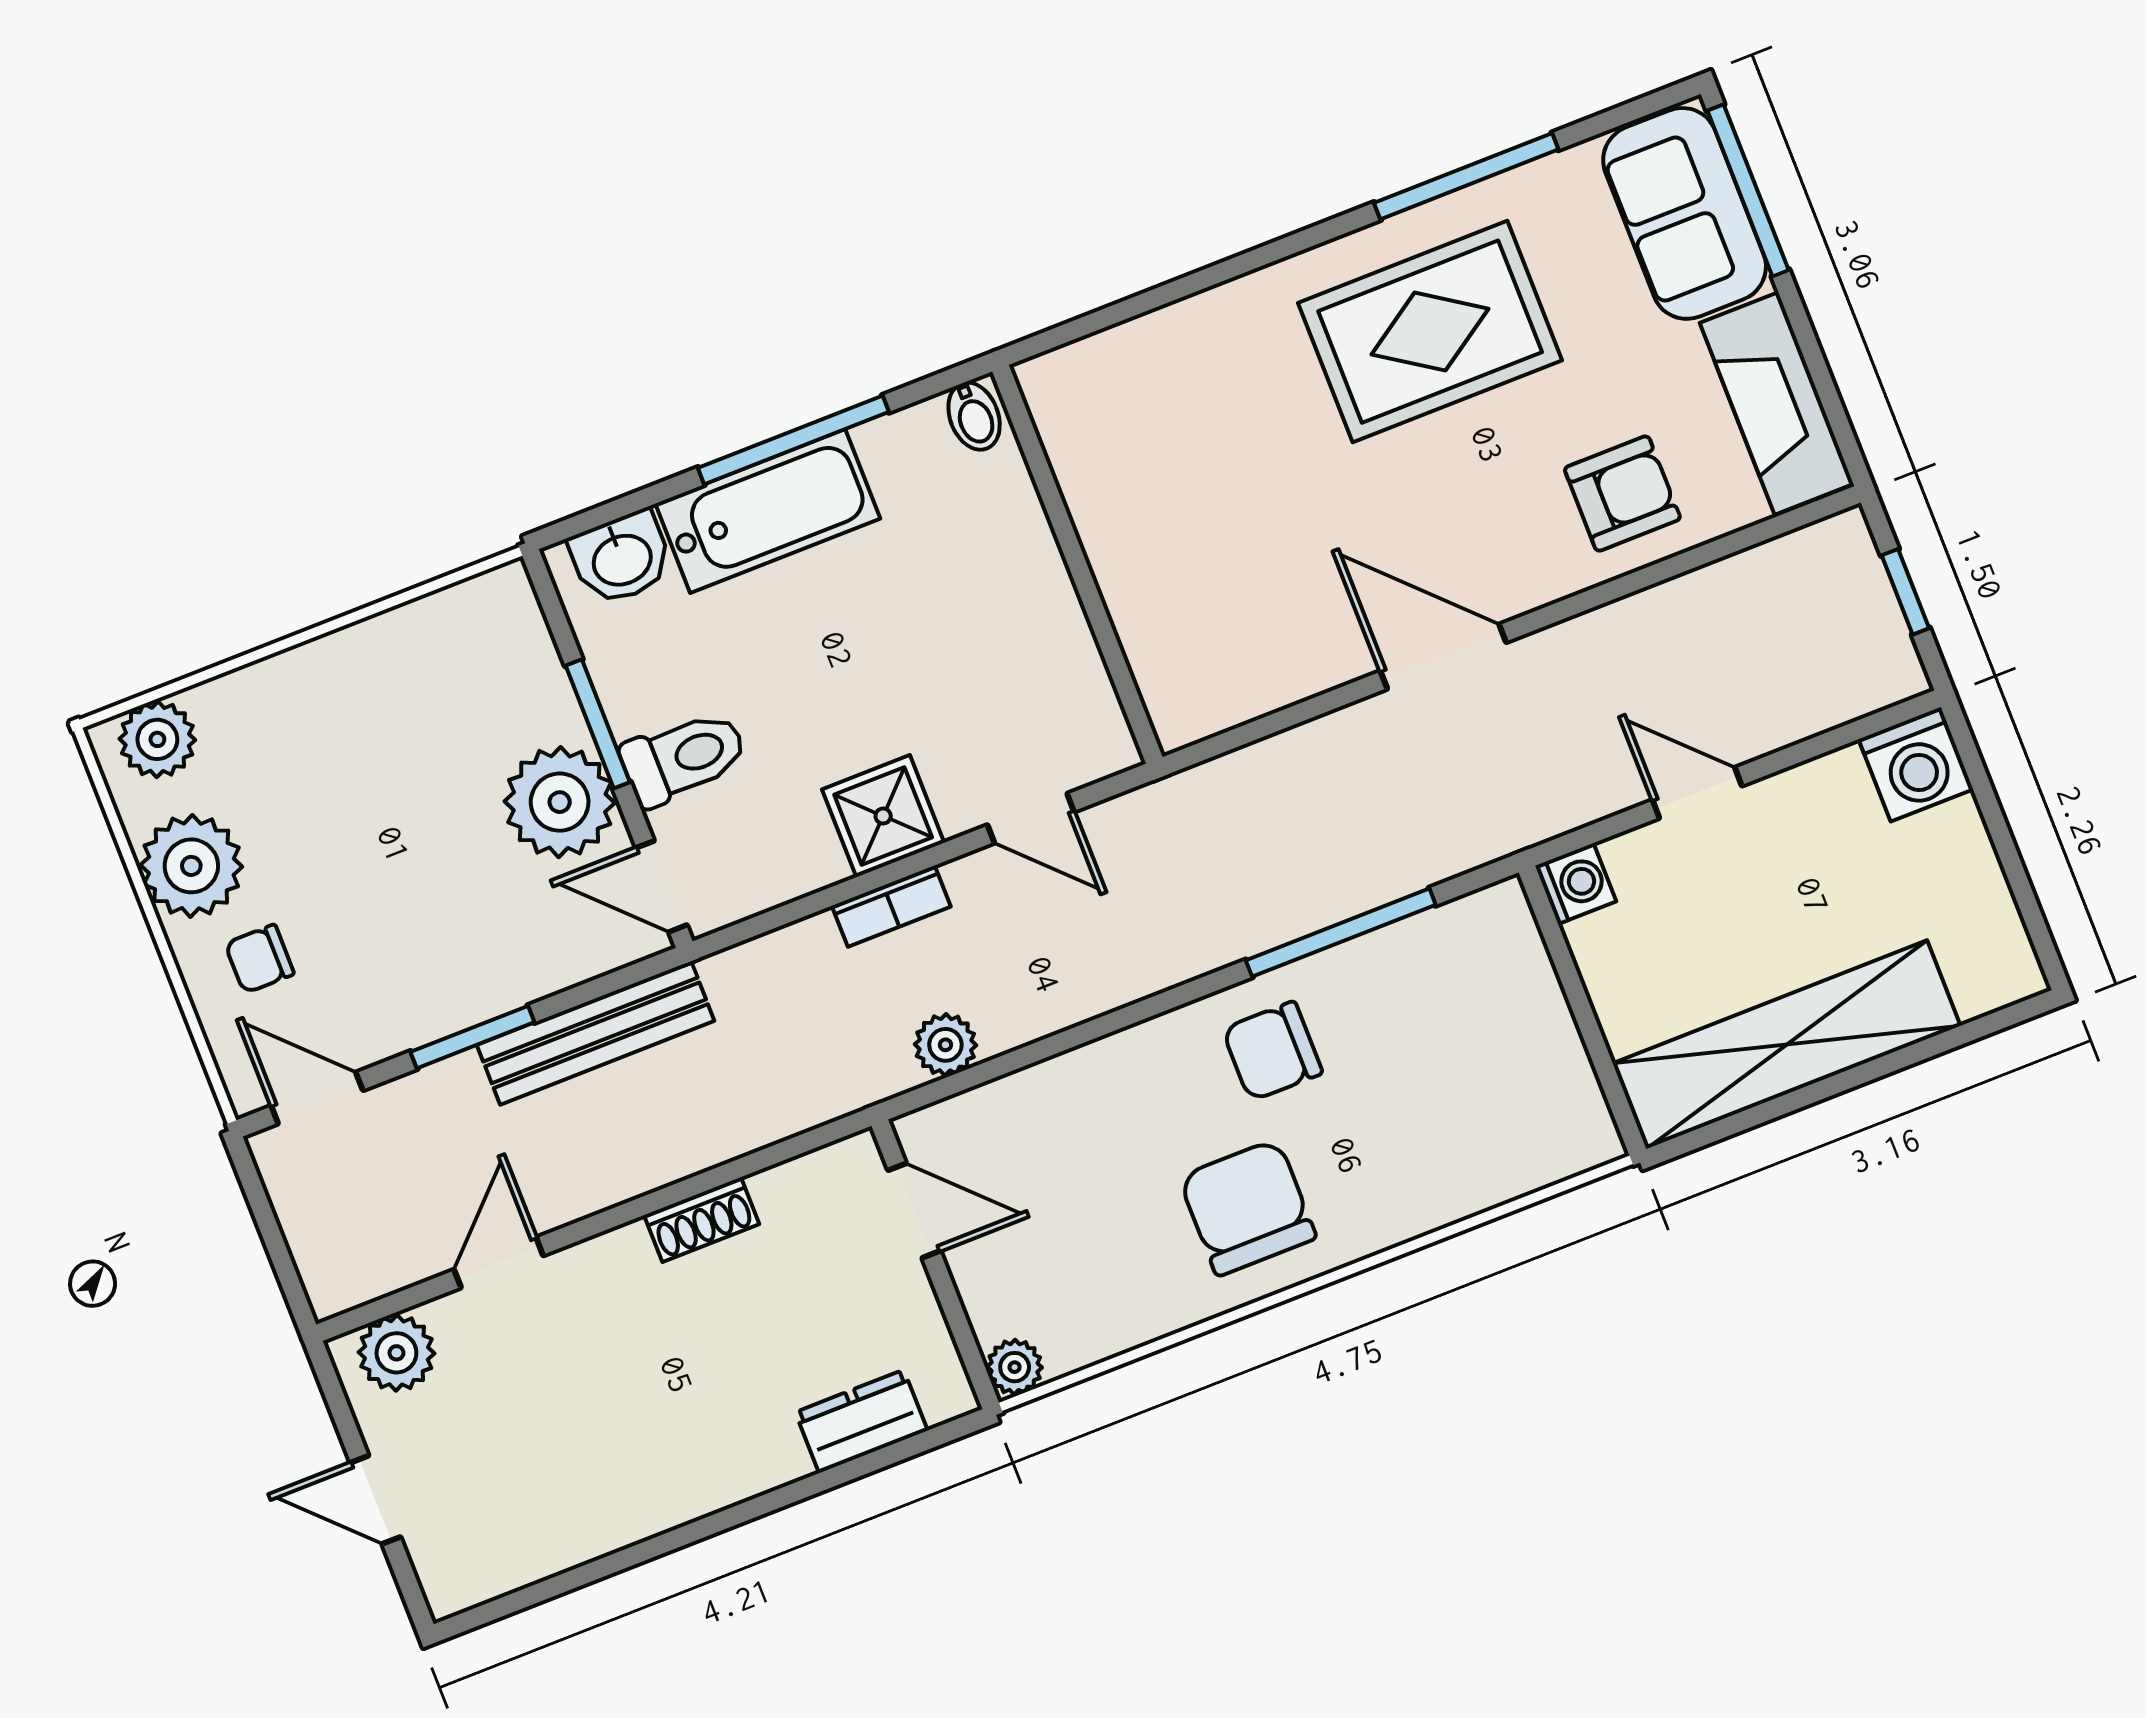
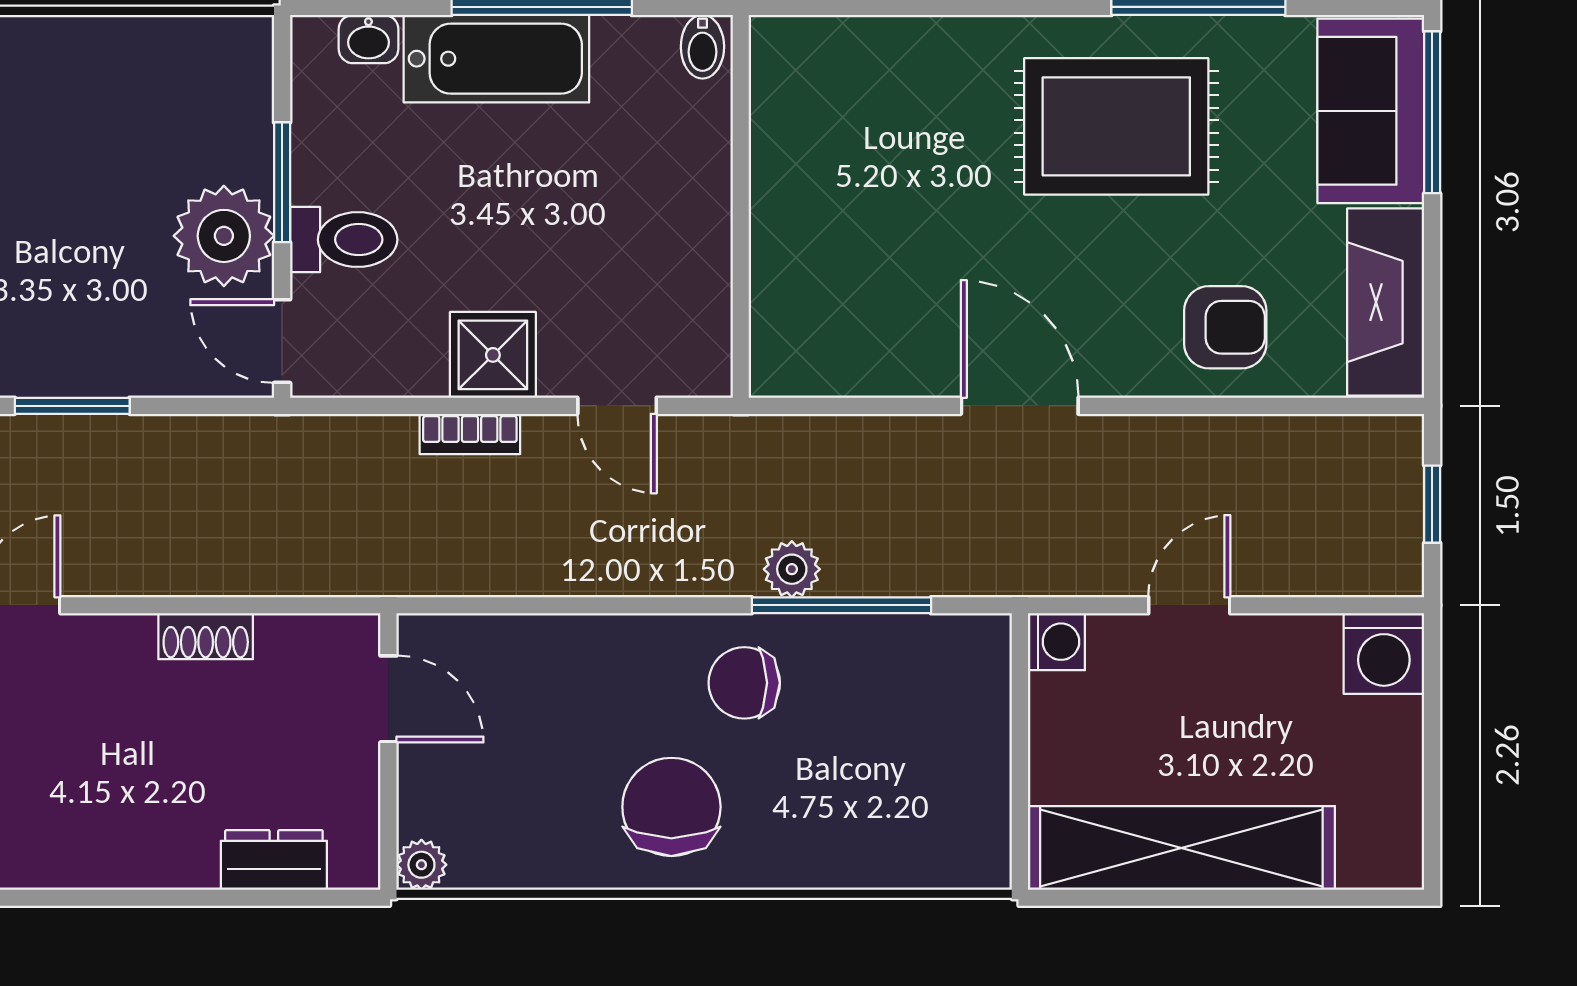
washbasin: (621, 558) -> (368, 39), width x0.72, depth x0.69
door: (1697, 793) -> (1189, 605), hinge flipped
bench: (596, 1033) -> (178, 443), removed
plant: (945, 1045) -> (792, 569), moved

